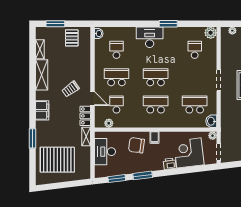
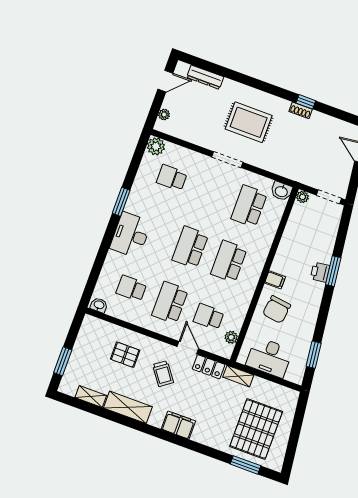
pallet: (72, 38) -> (125, 355), moved
door: (92, 99) -> (188, 348), hinge flipped
window: (32, 138) -> (245, 465), moved
corner desk: (189, 153) -> (315, 239), removed
window: (143, 175) -> (333, 271), moved

